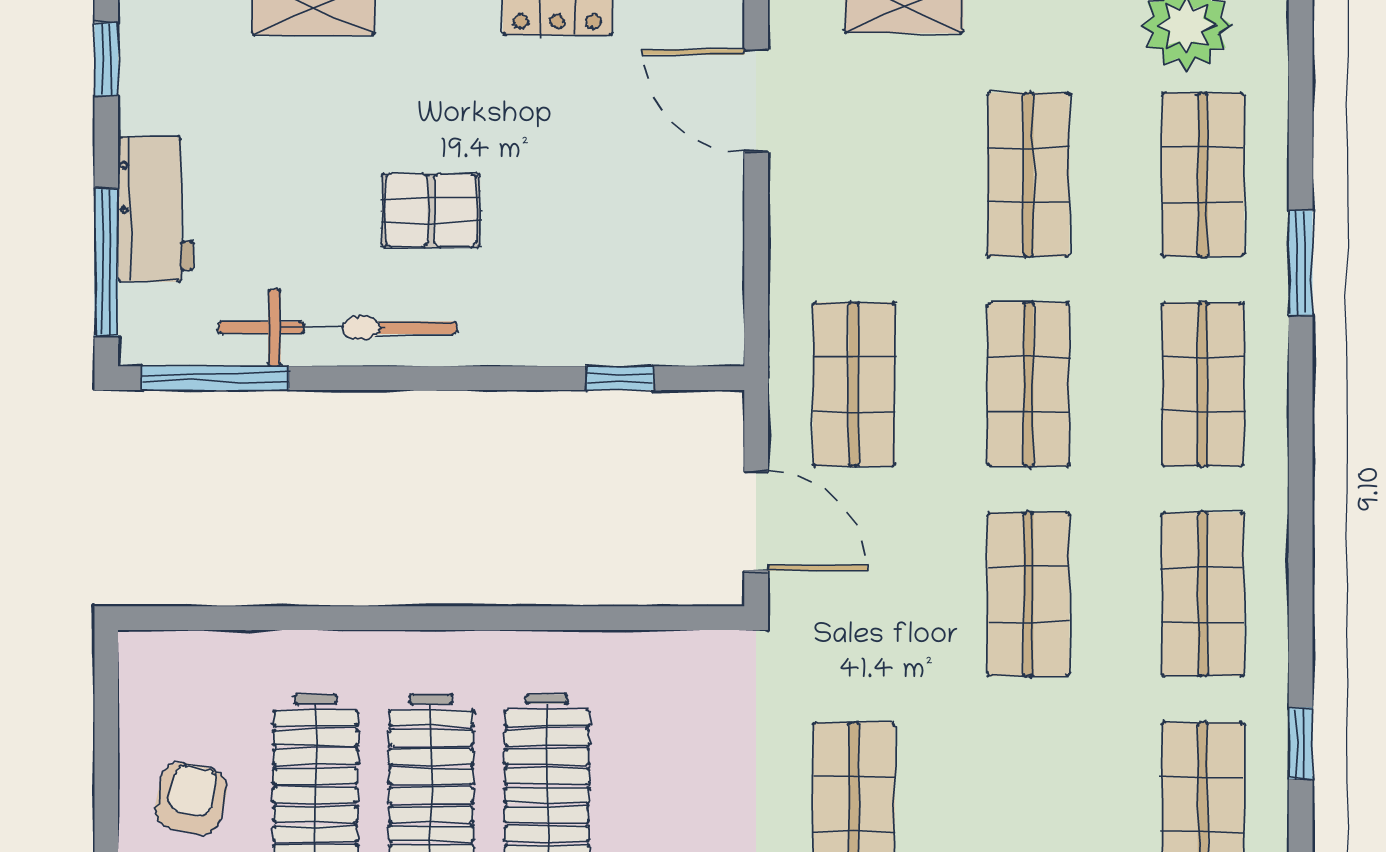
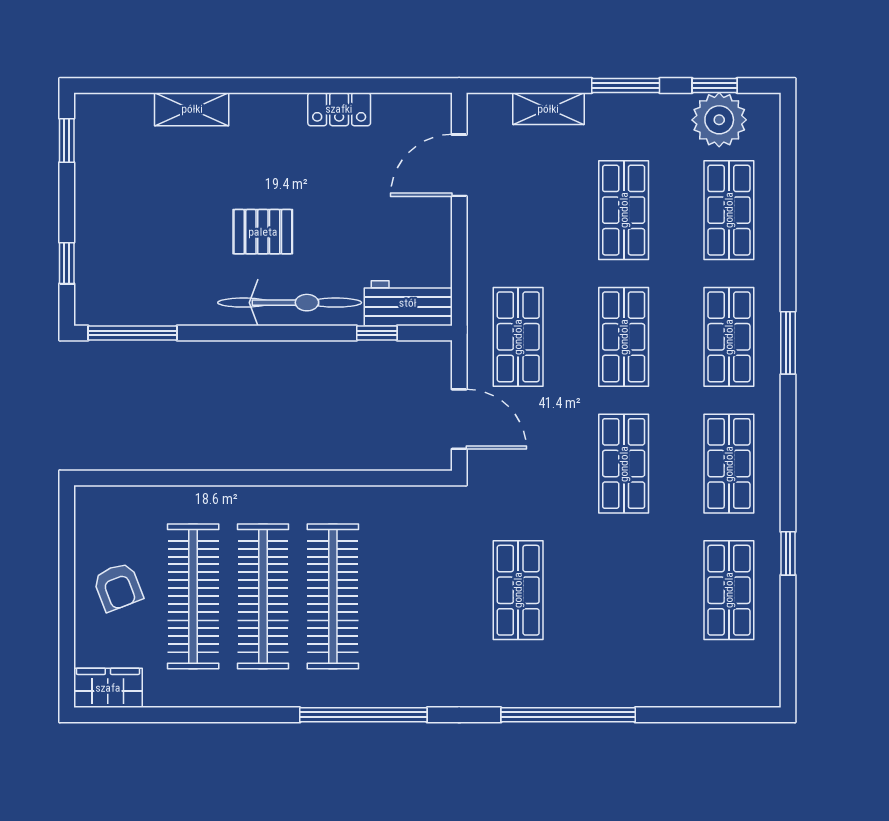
door: (756, 101) -> (459, 165), hinge flipped
workbench: (156, 209) -> (408, 303), moved, turned -90
window: (106, 262) -> (67, 263), width x0.46
window: (1301, 263) -> (788, 343), moved
bicycle: (337, 328) -> (290, 303), moved
armchair: (191, 799) -> (118, 587), turned 147

